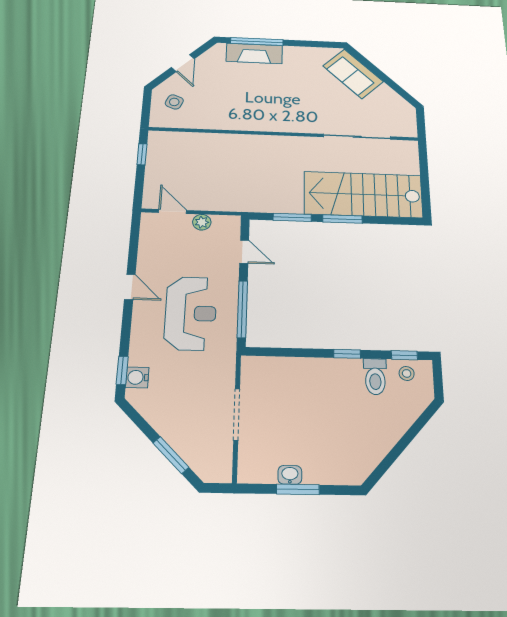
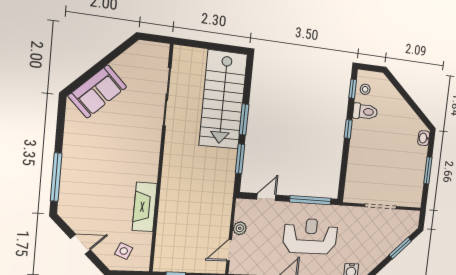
fireplace: (254, 53) -> (145, 207), moved, turned 180
washbasin: (290, 475) -> (424, 138), moved

